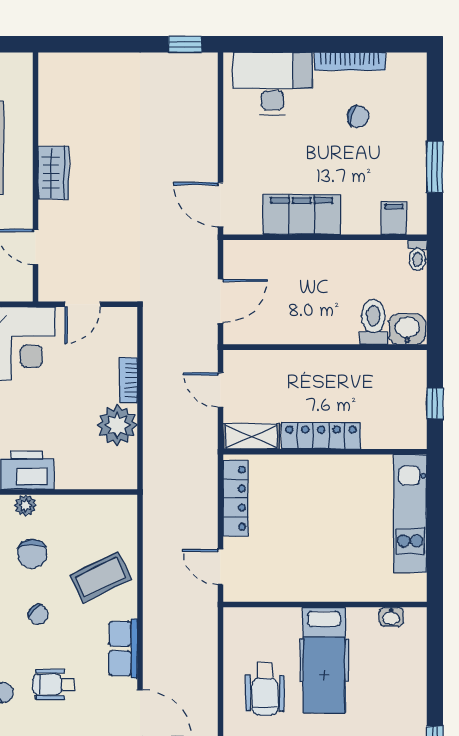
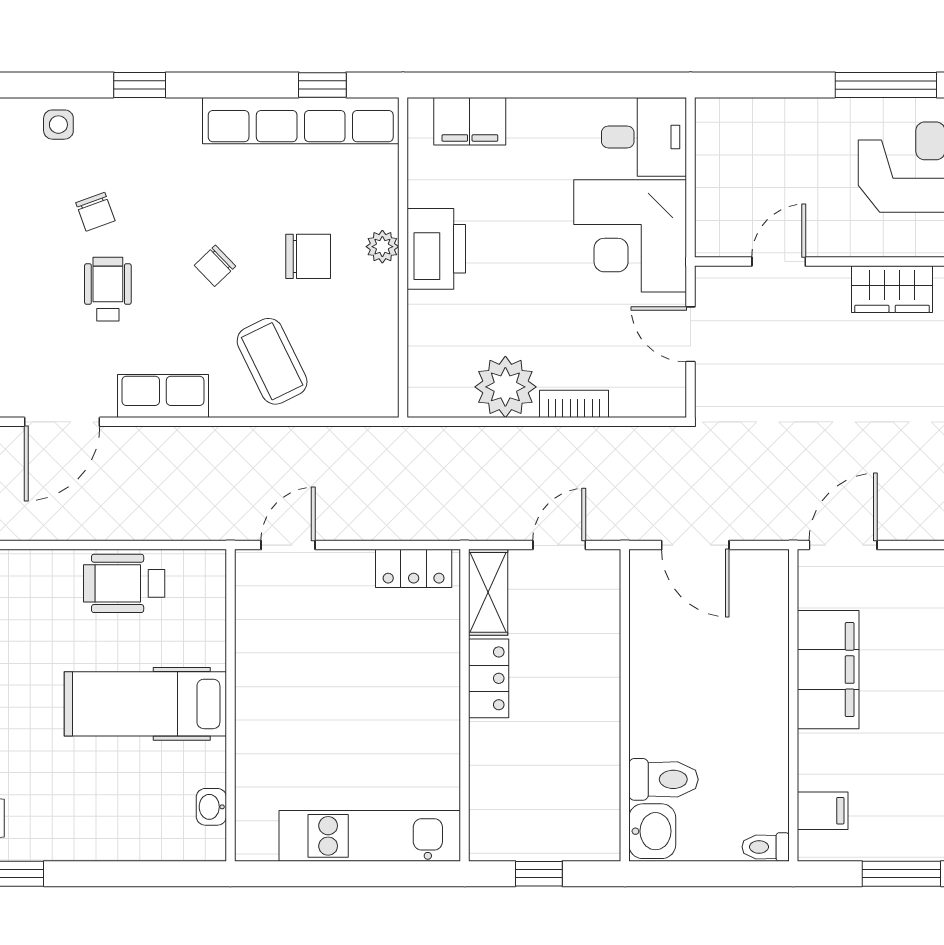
locker: (321, 436) -> (489, 678), width x0.66
locker: (236, 498) -> (414, 568), width x0.66
chair: (32, 554) -> (308, 256), turned 180
wheelchair: (265, 689) -> (124, 583), moved

